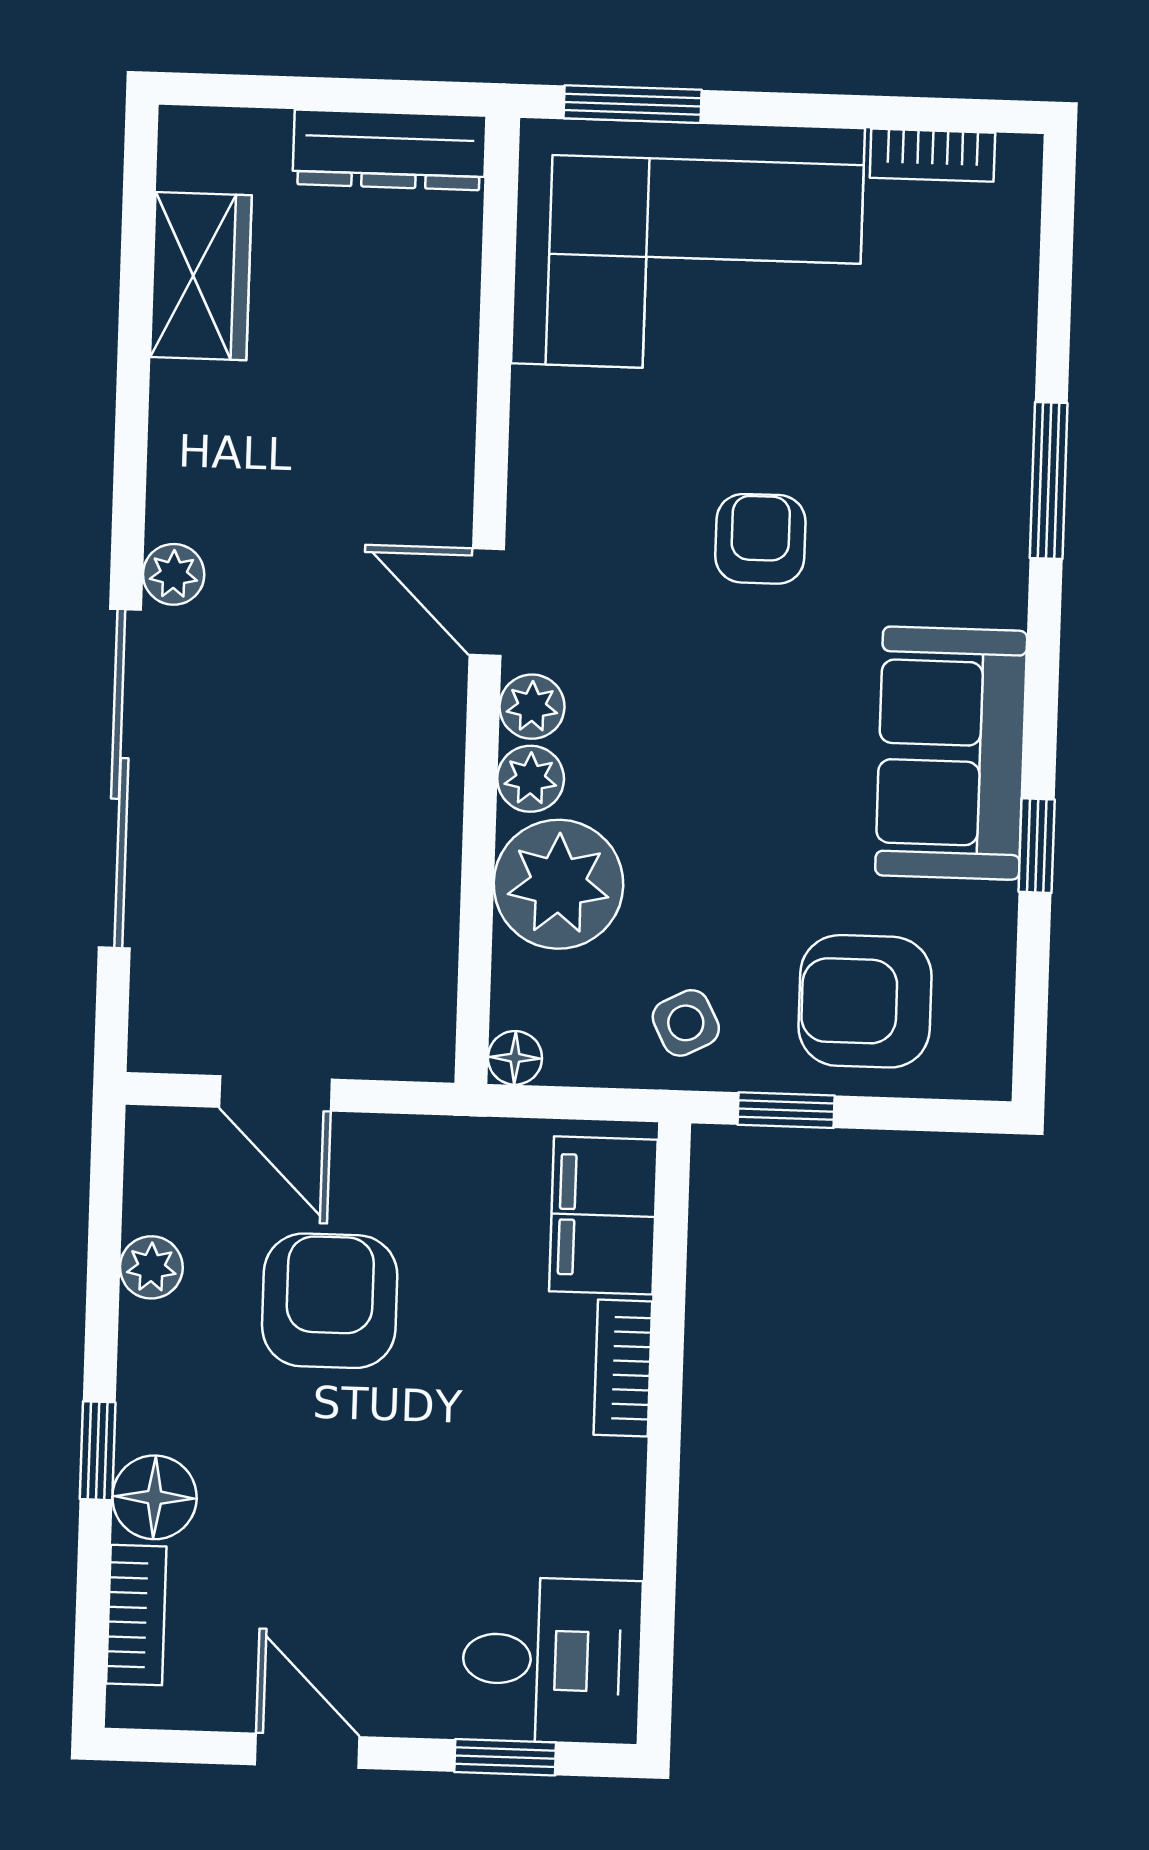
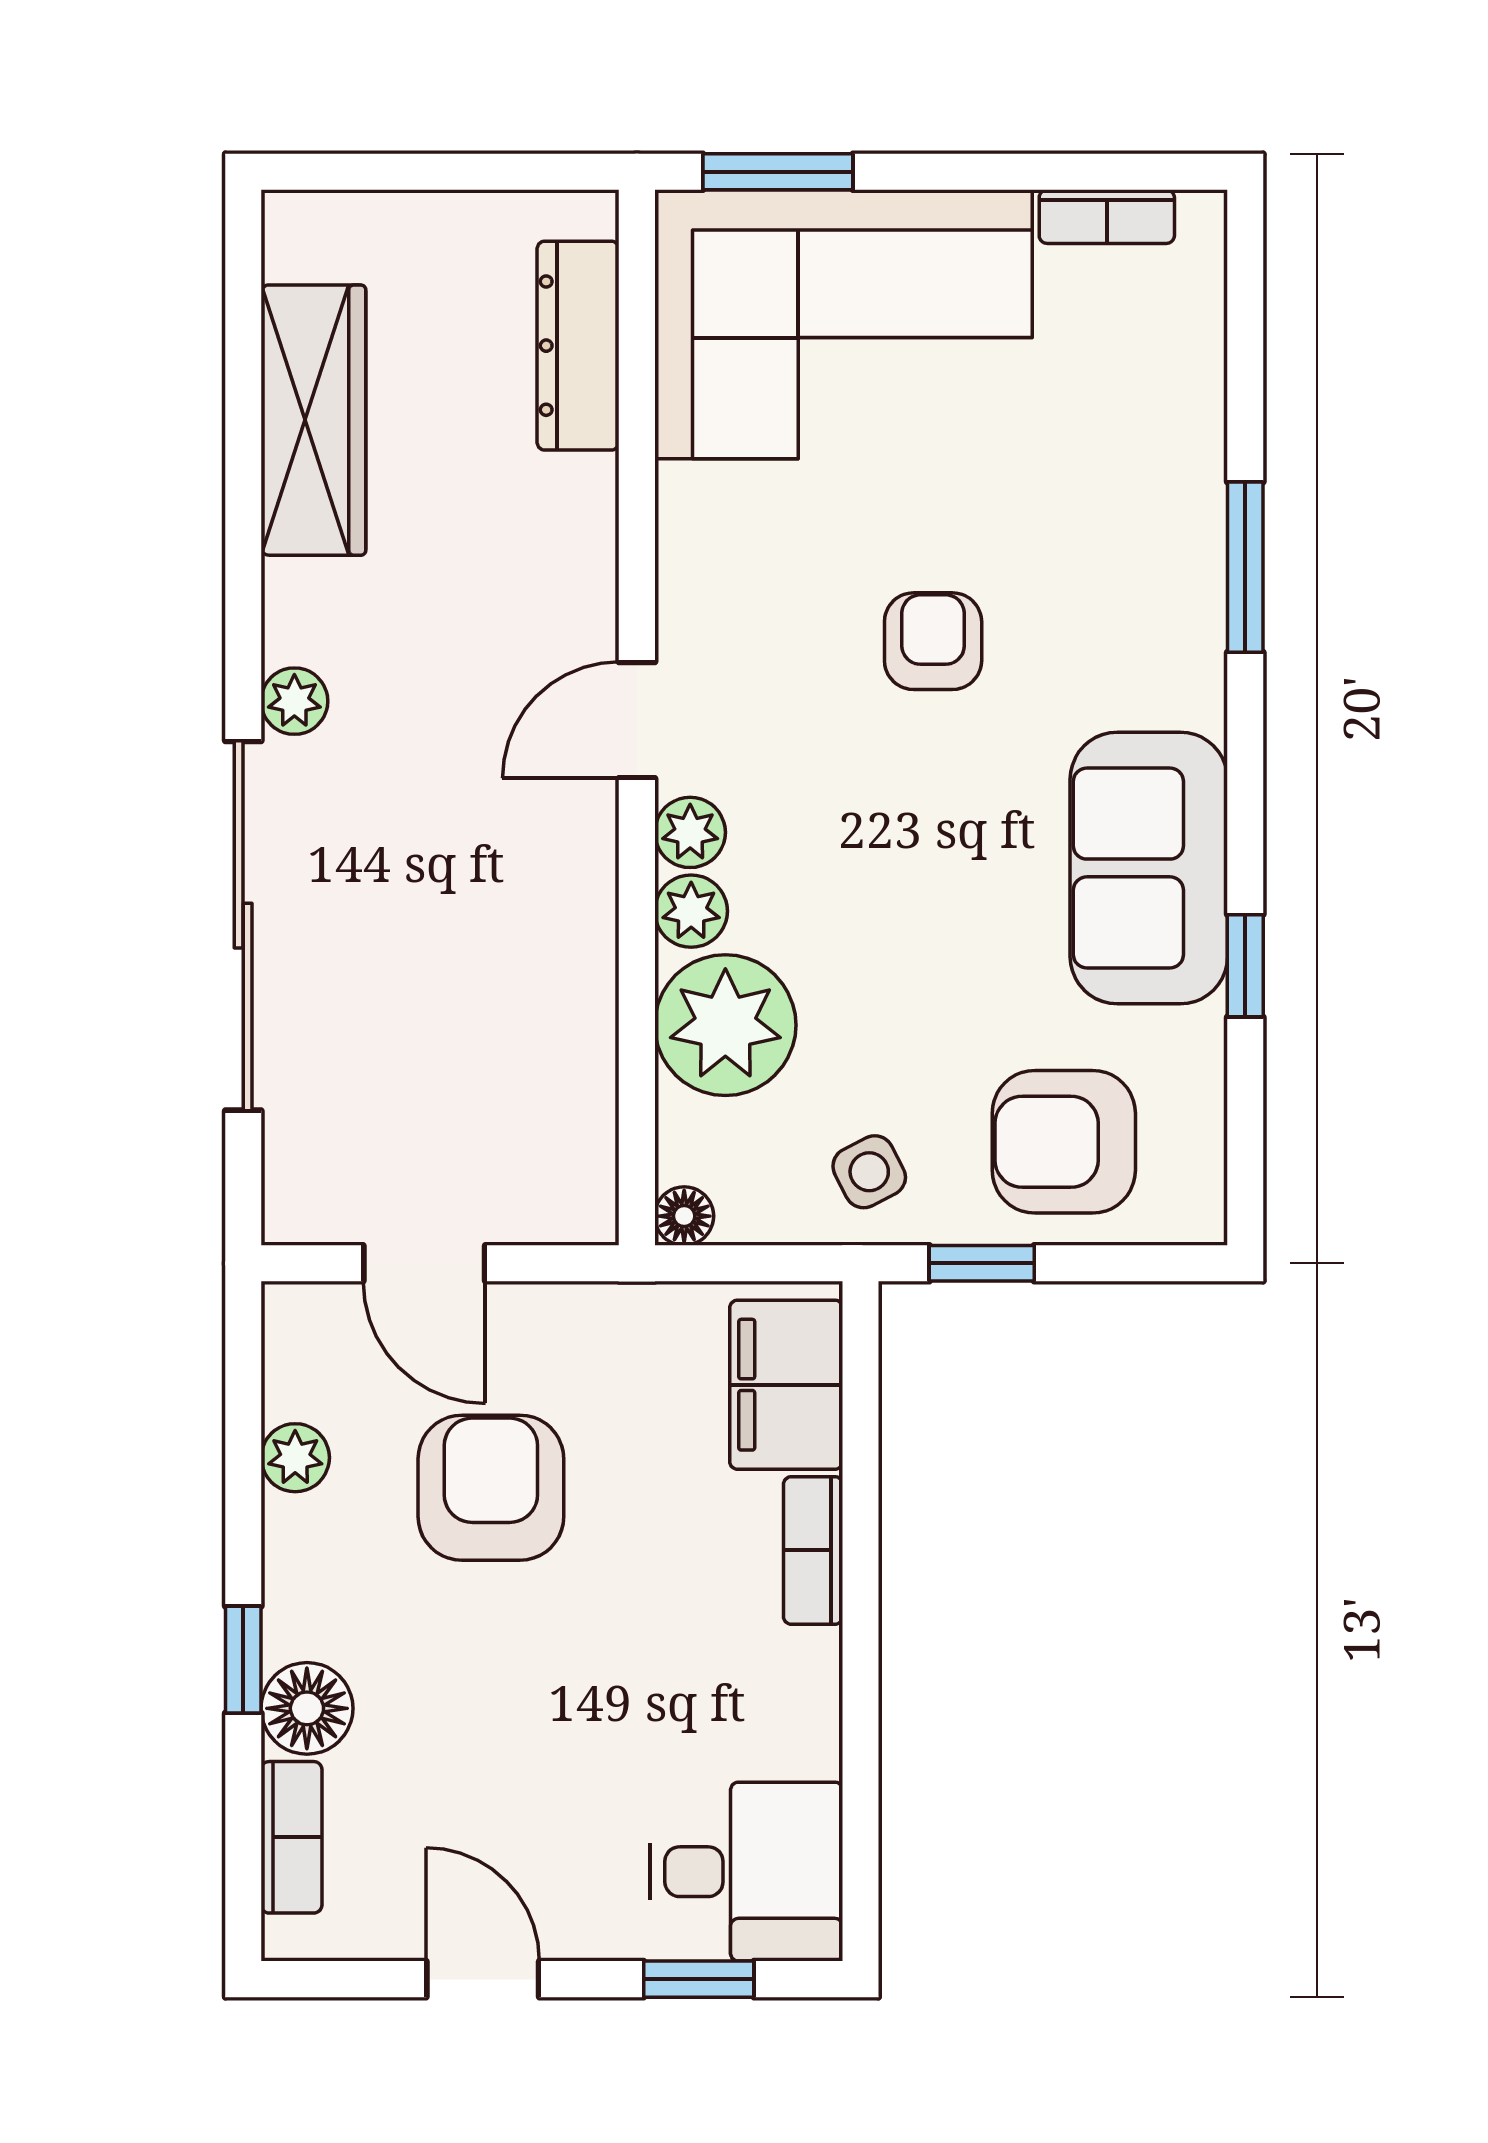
dresser: (389, 150) -> (578, 346), moved, turned 90
wardrobe: (201, 276) -> (313, 420), width x1.50
door: (487, 602) -> (637, 720), hinge flipped

